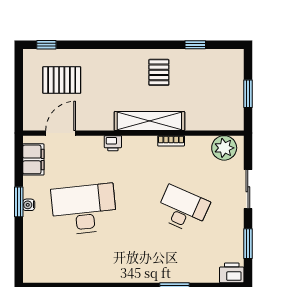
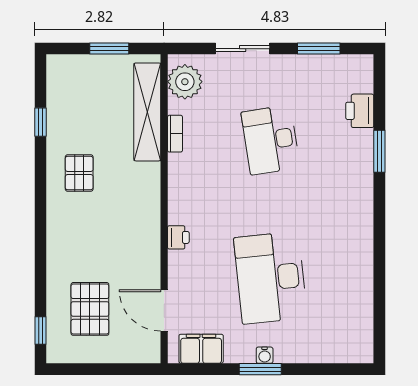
pallet: (159, 72) -> (79, 173), turned 90
shelving: (149, 121) -> (147, 112), moved
bookcase: (171, 141) -> (175, 134), moved
desk: (183, 209) -> (271, 140), turned -33
printer: (232, 273) -> (360, 111), moved

